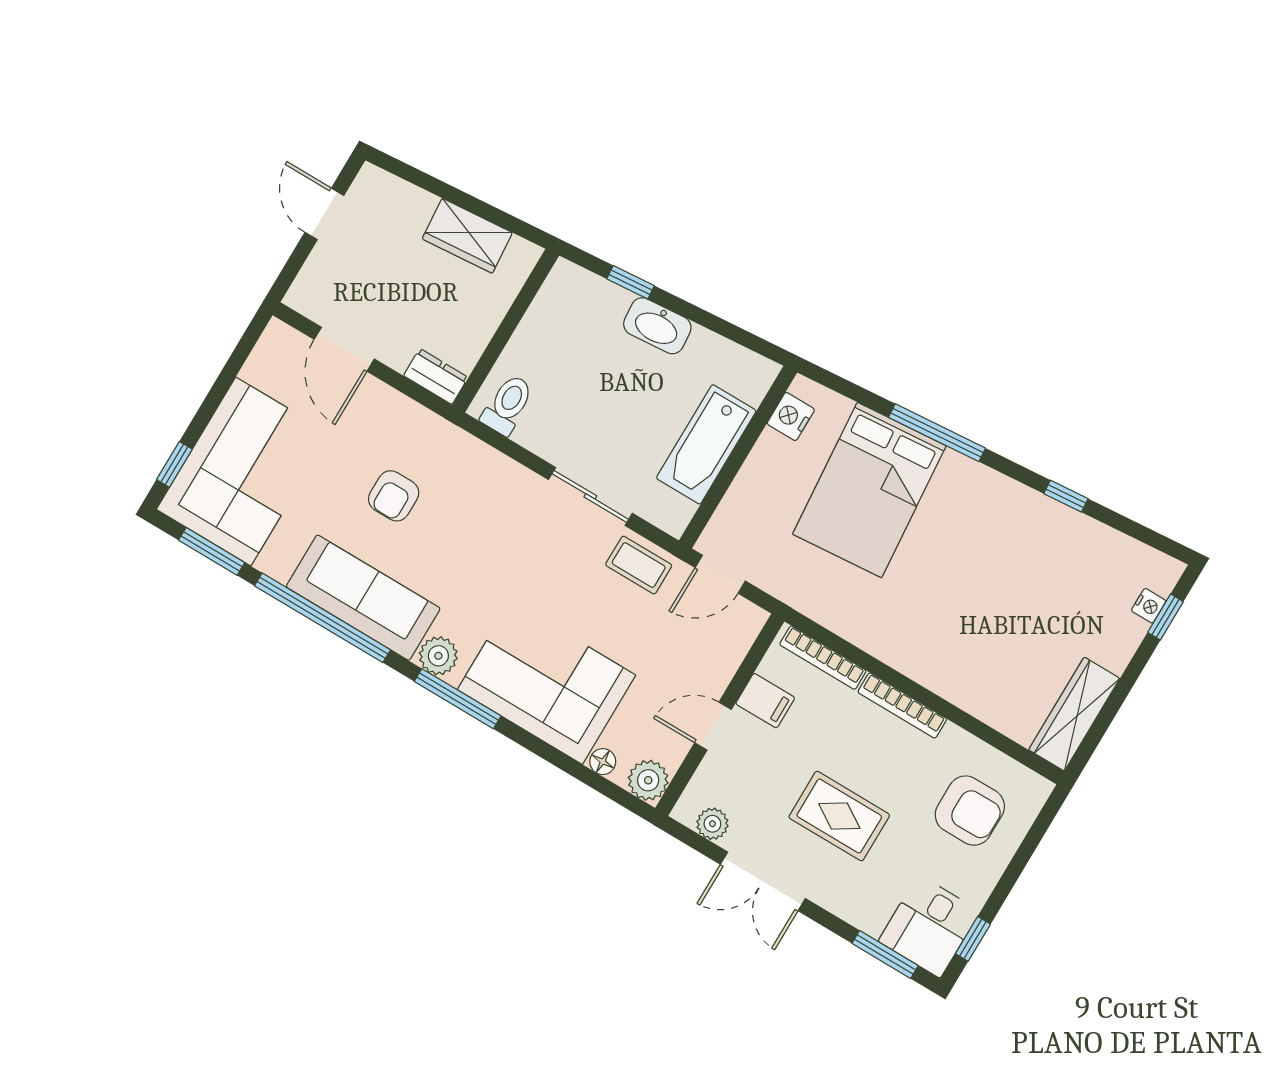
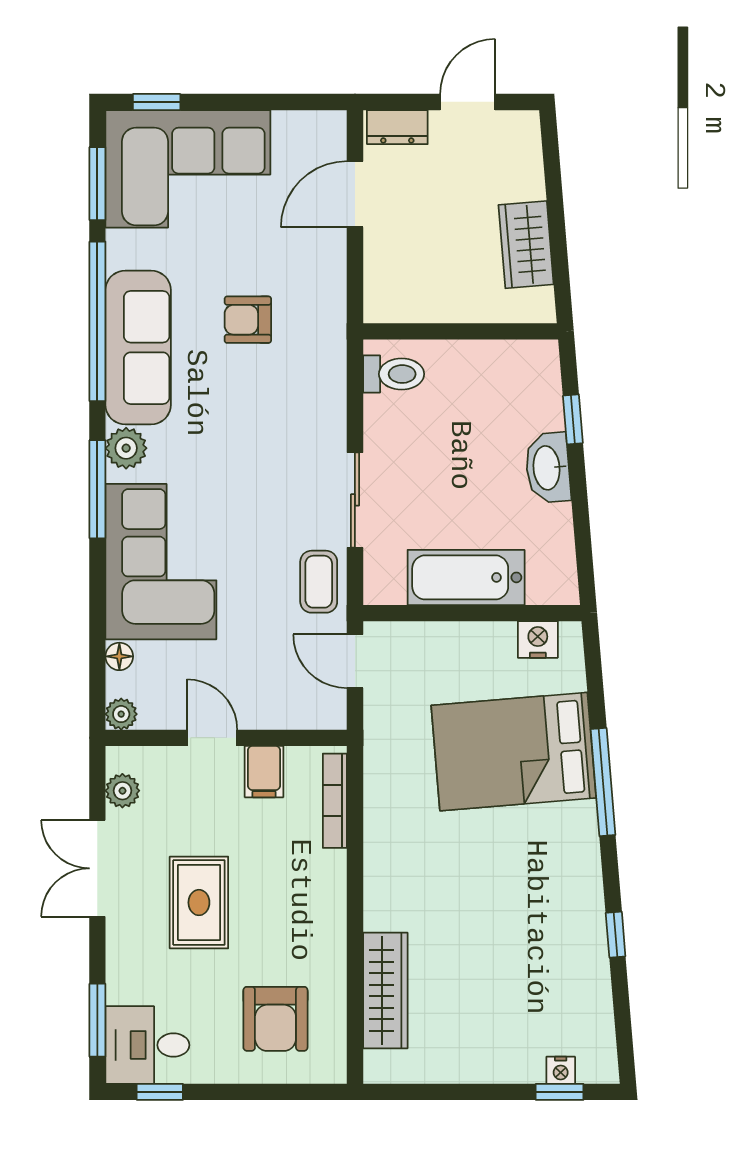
dresser: (436, 376) -> (397, 127), moved, turned 90
bookcase: (902, 706) -> (335, 900), removed
wardrobe: (1074, 714) -> (385, 991), moved, turned 90
plant: (648, 780) -> (121, 714), width x0.73, depth x0.73

